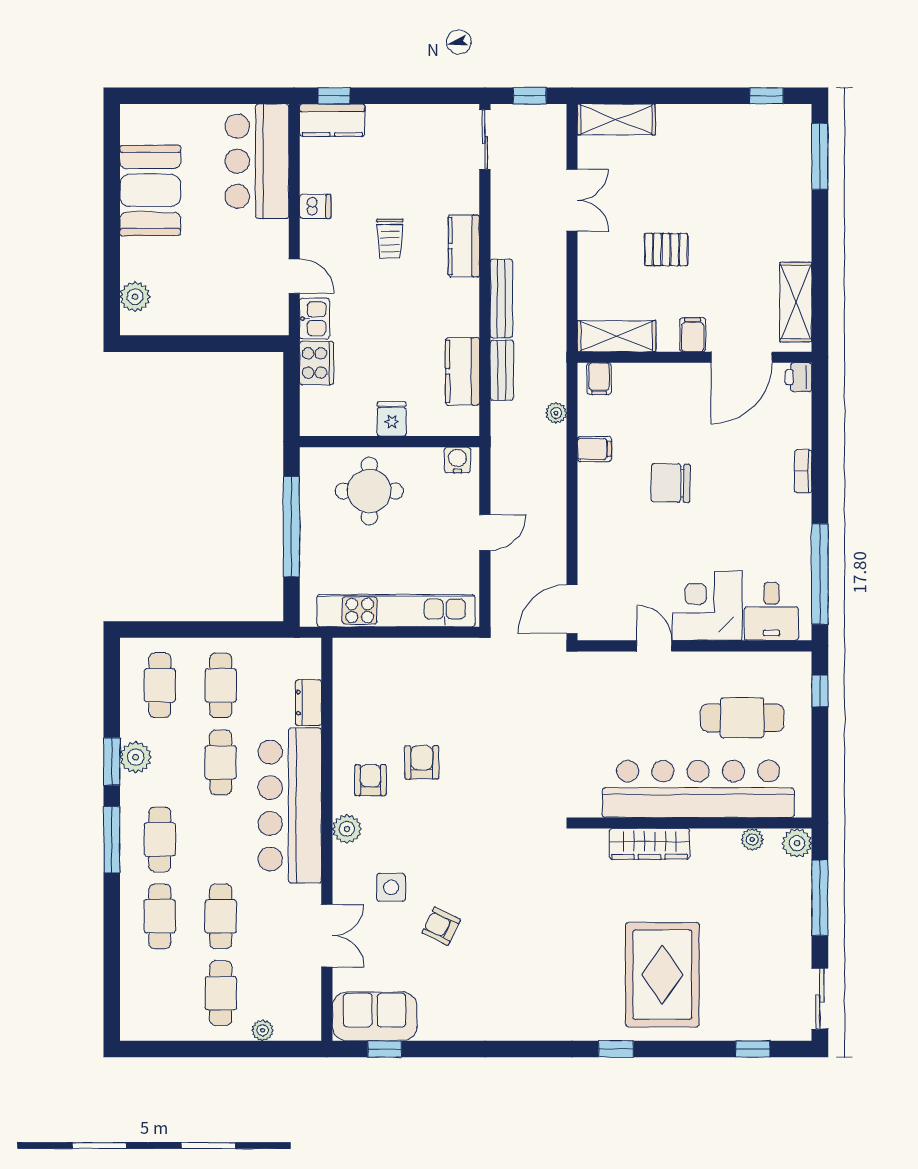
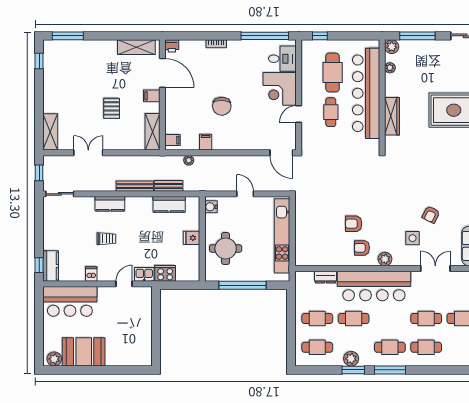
plant: (135, 297) -> (54, 359), moved
cafe table: (658, 714) -> (331, 112), added

